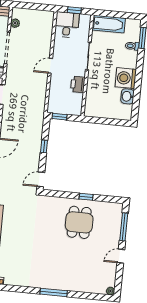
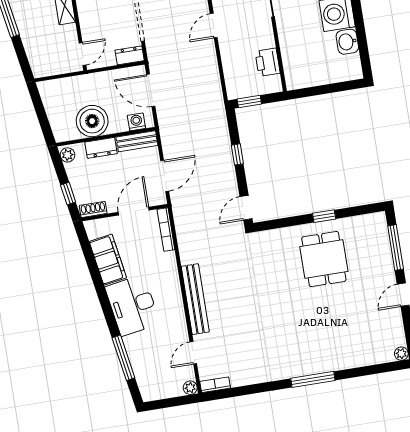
printer: (78, 84) -> (268, 62), moved

